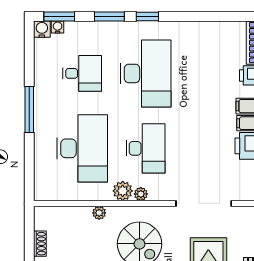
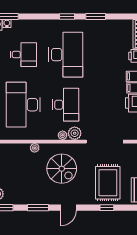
window: (109, 17) -> (96, 17), moved
desk: (82, 148) -> (23, 105), turned 180
plant: (123, 191) -> (75, 133), moved

